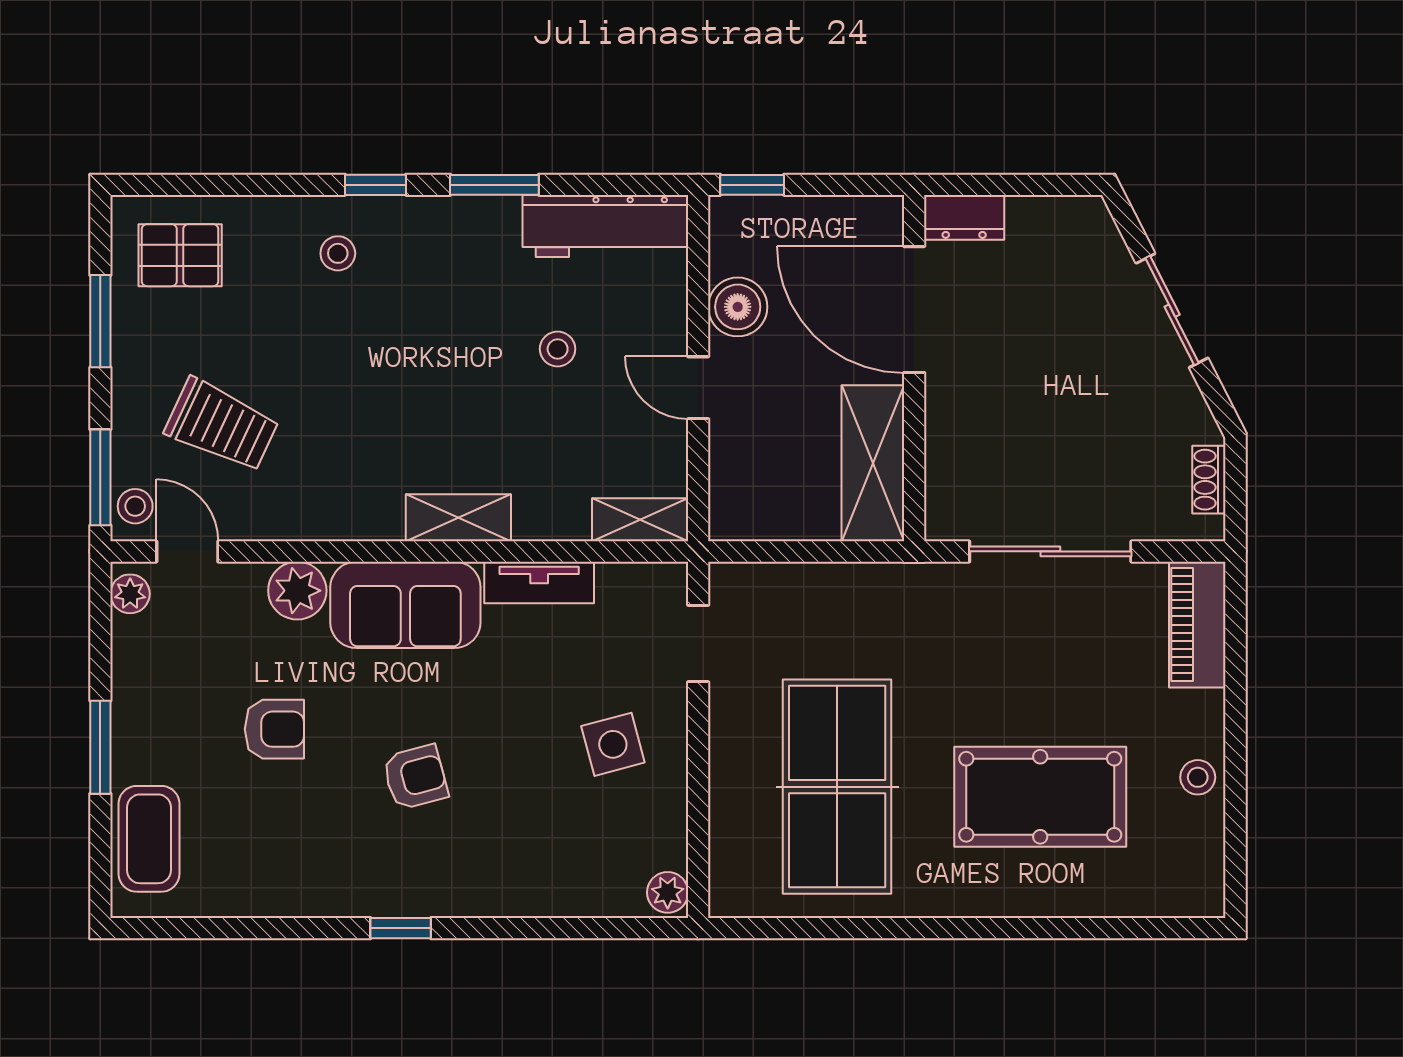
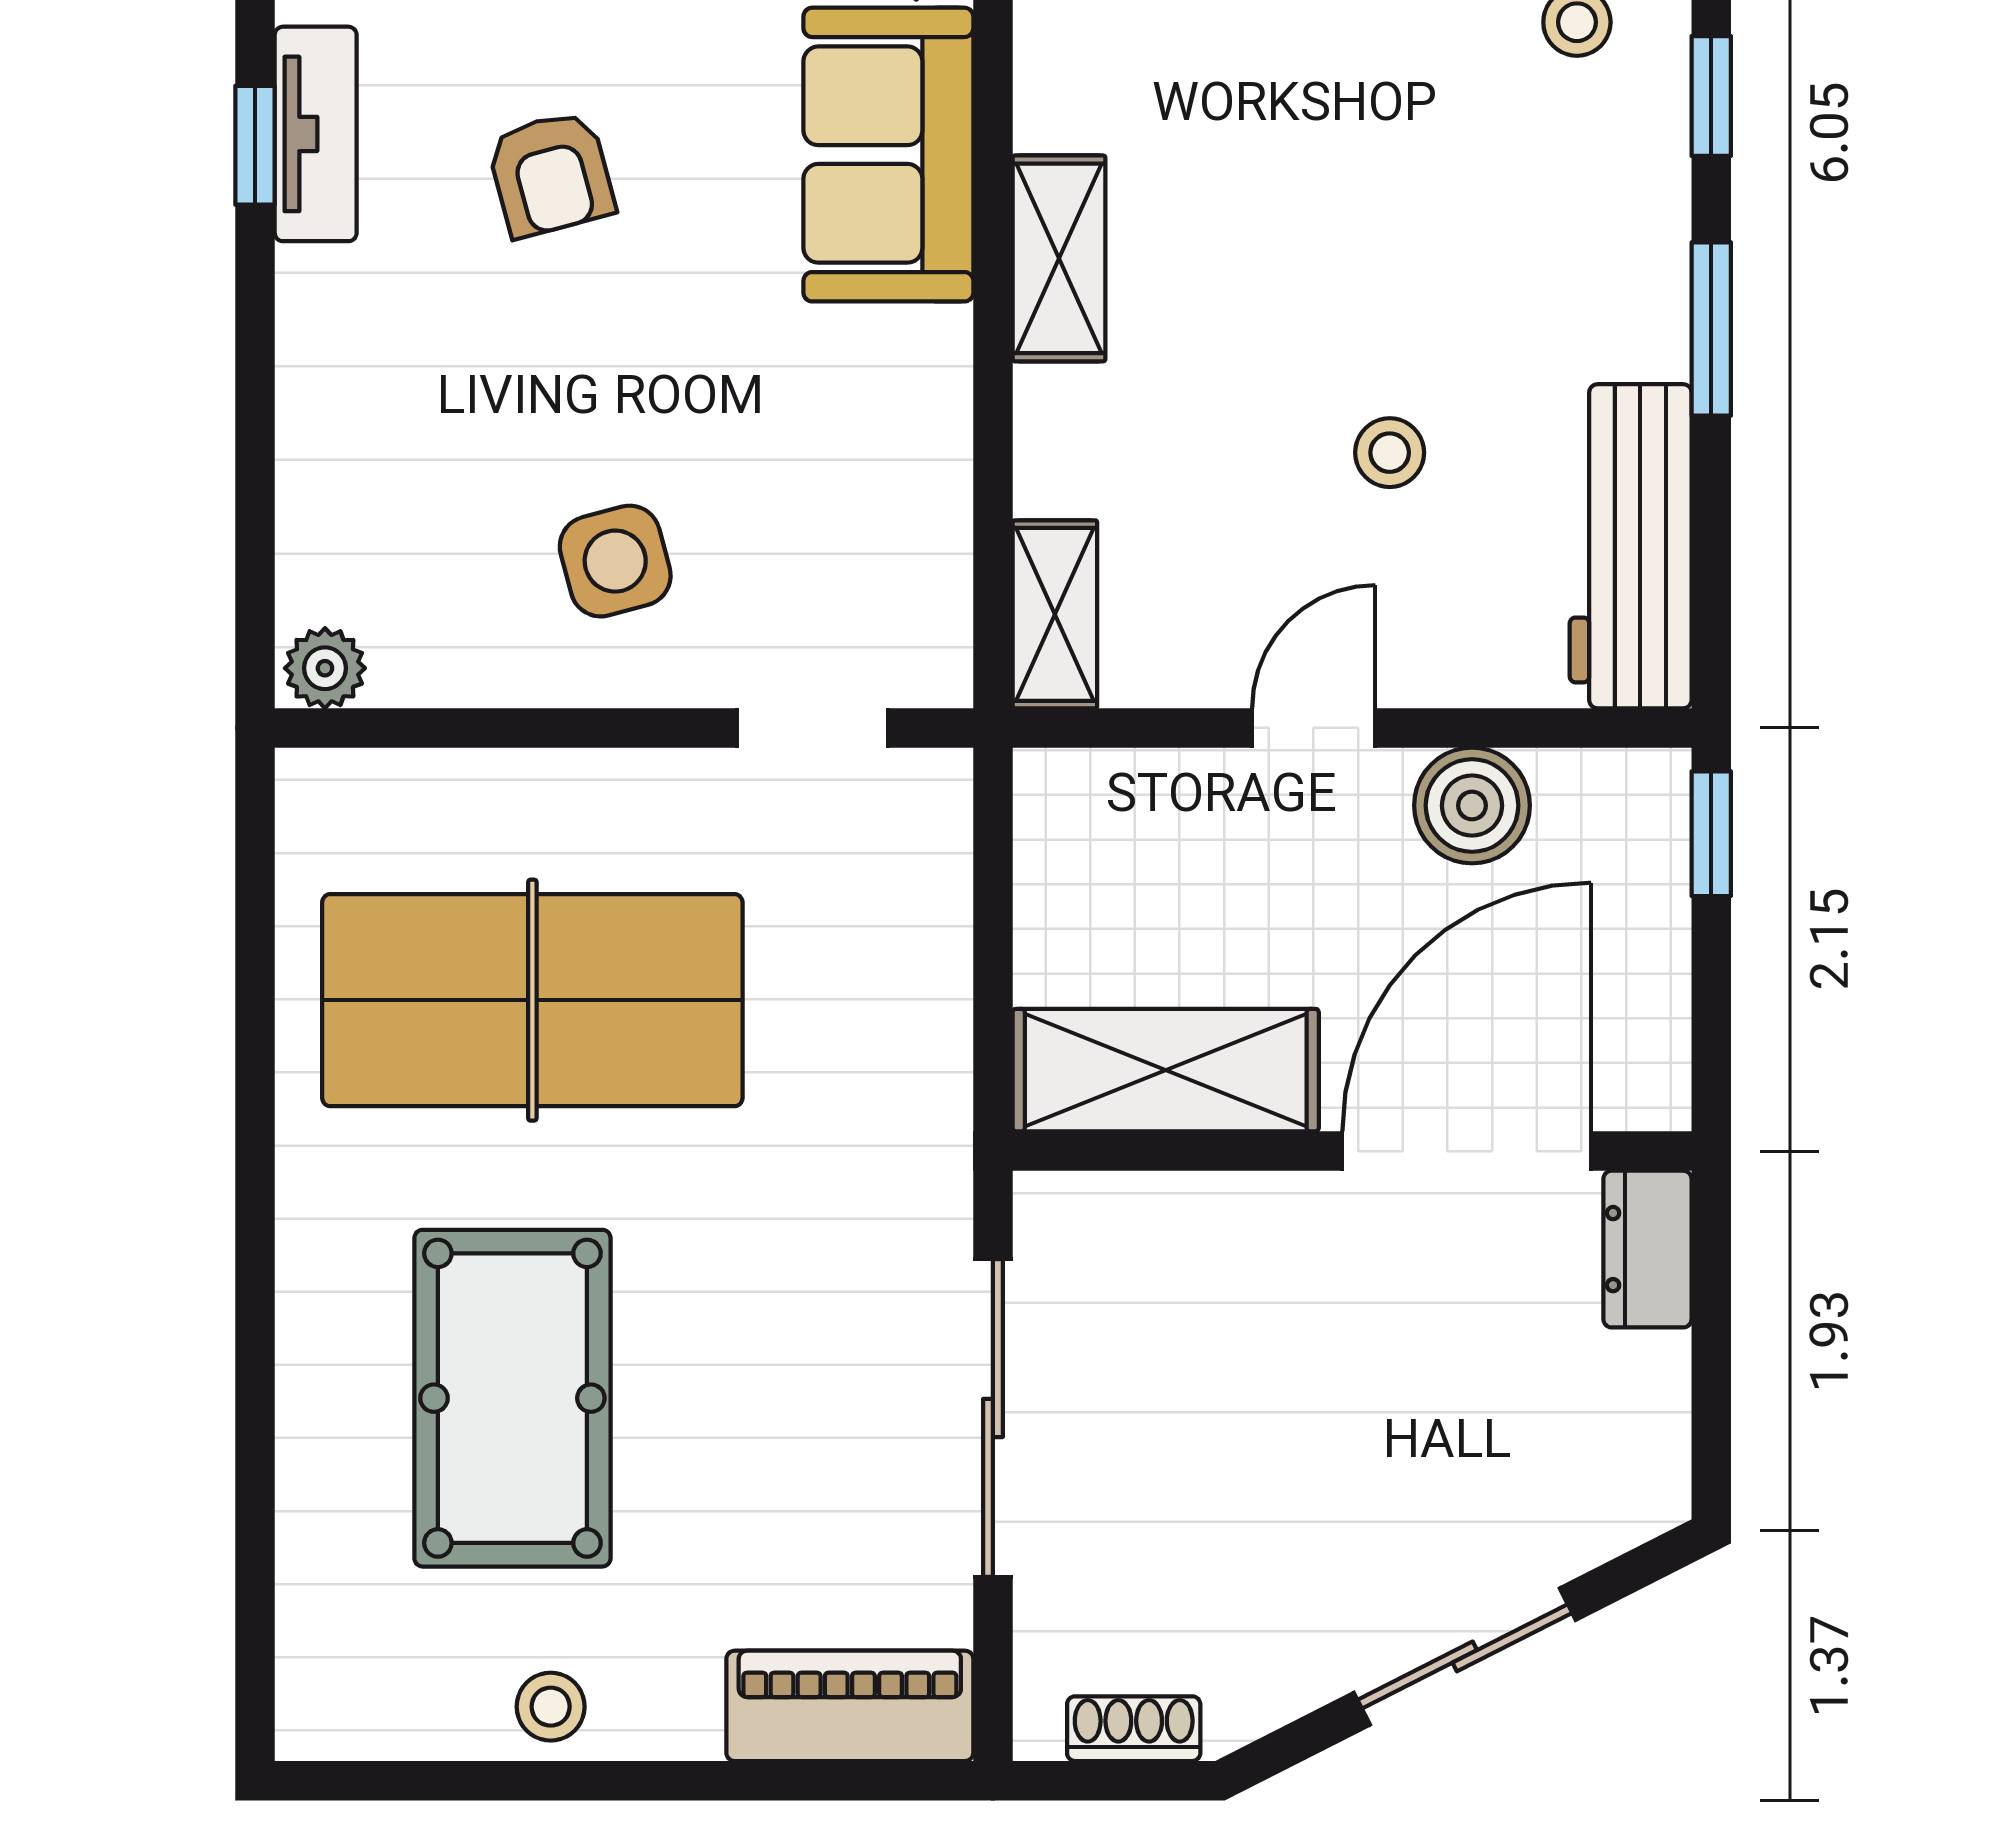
tv unit: (539, 582) -> (316, 134), moved, turned 180

